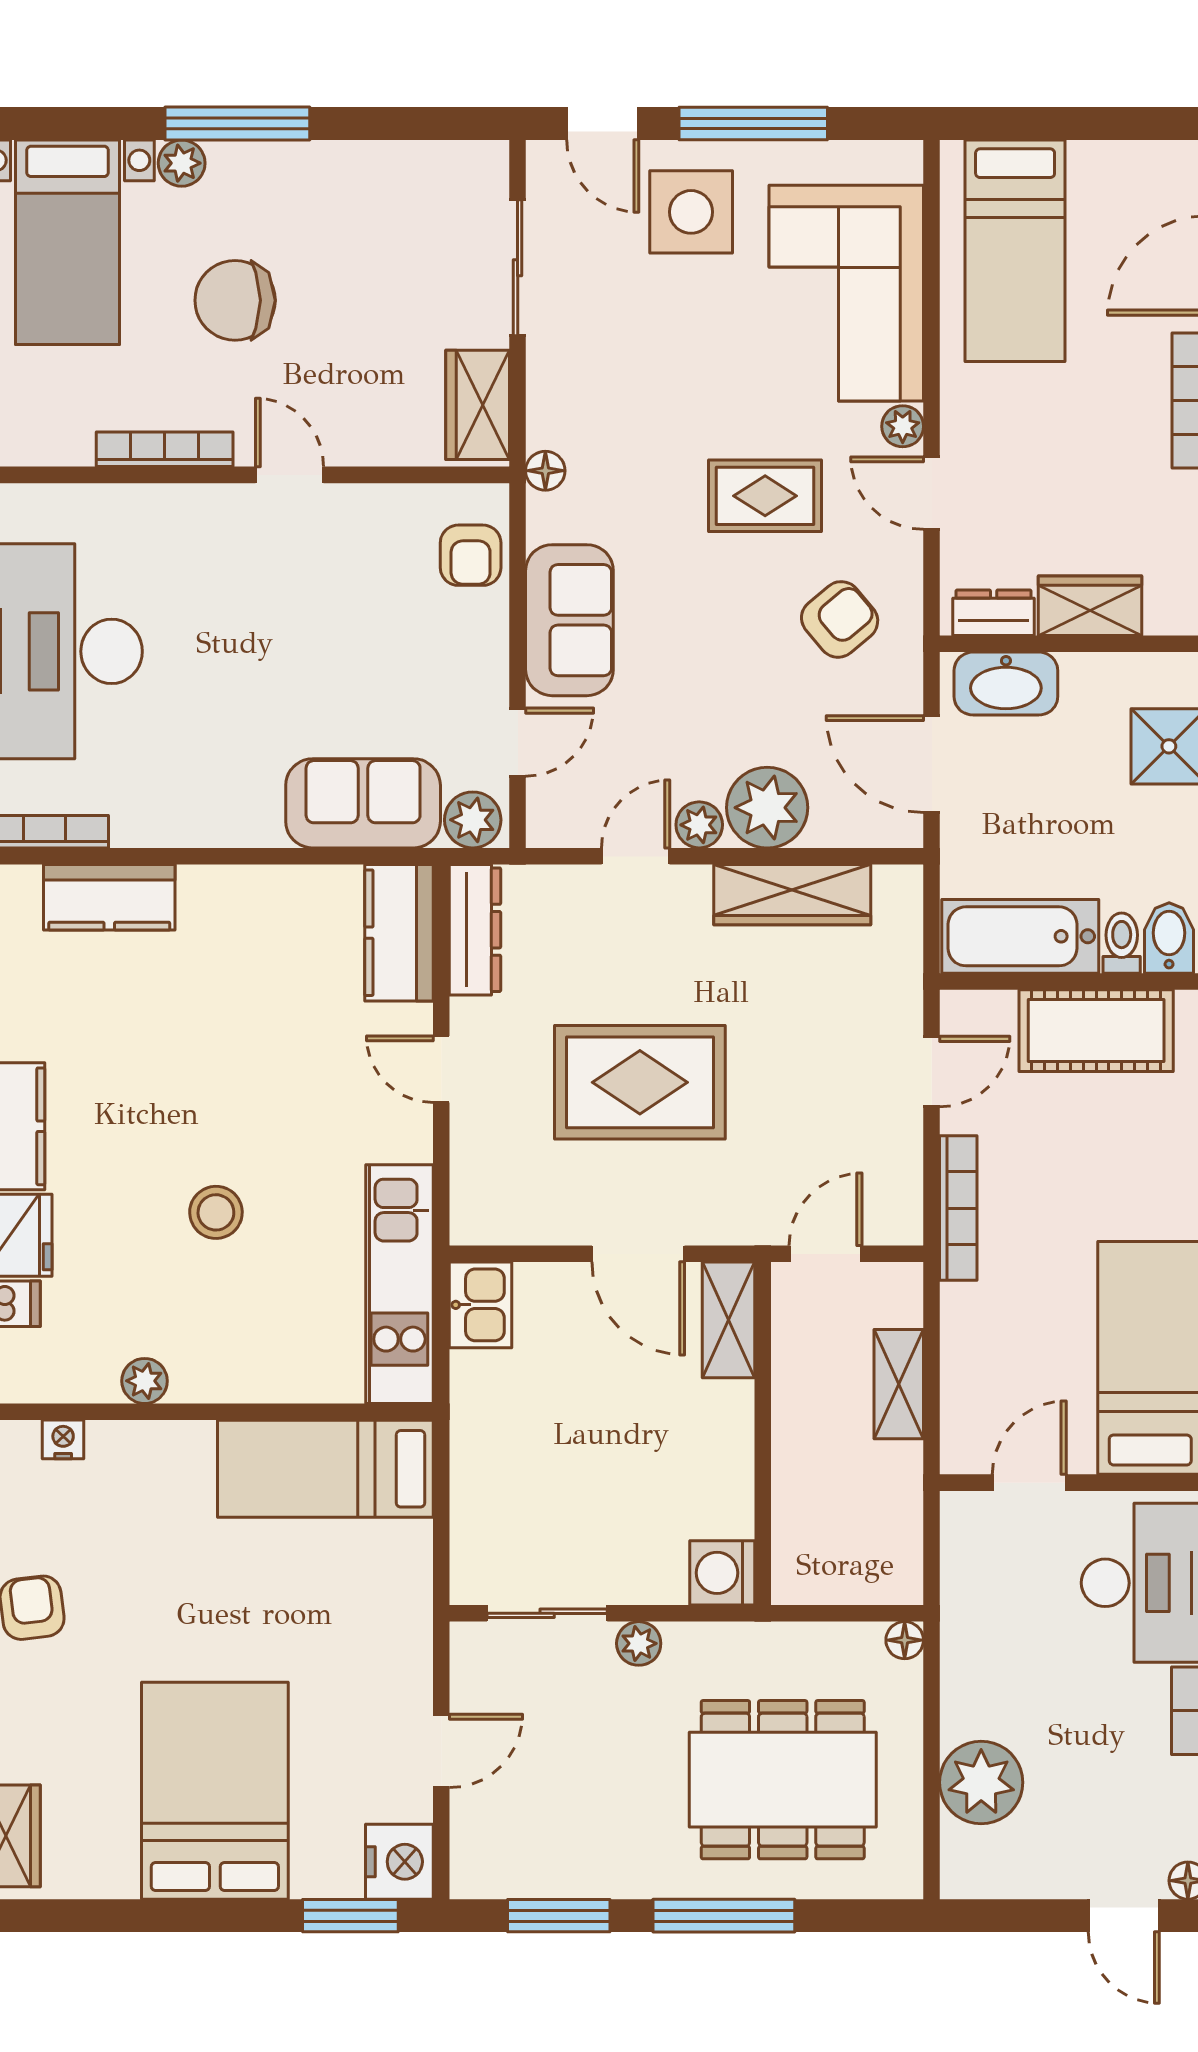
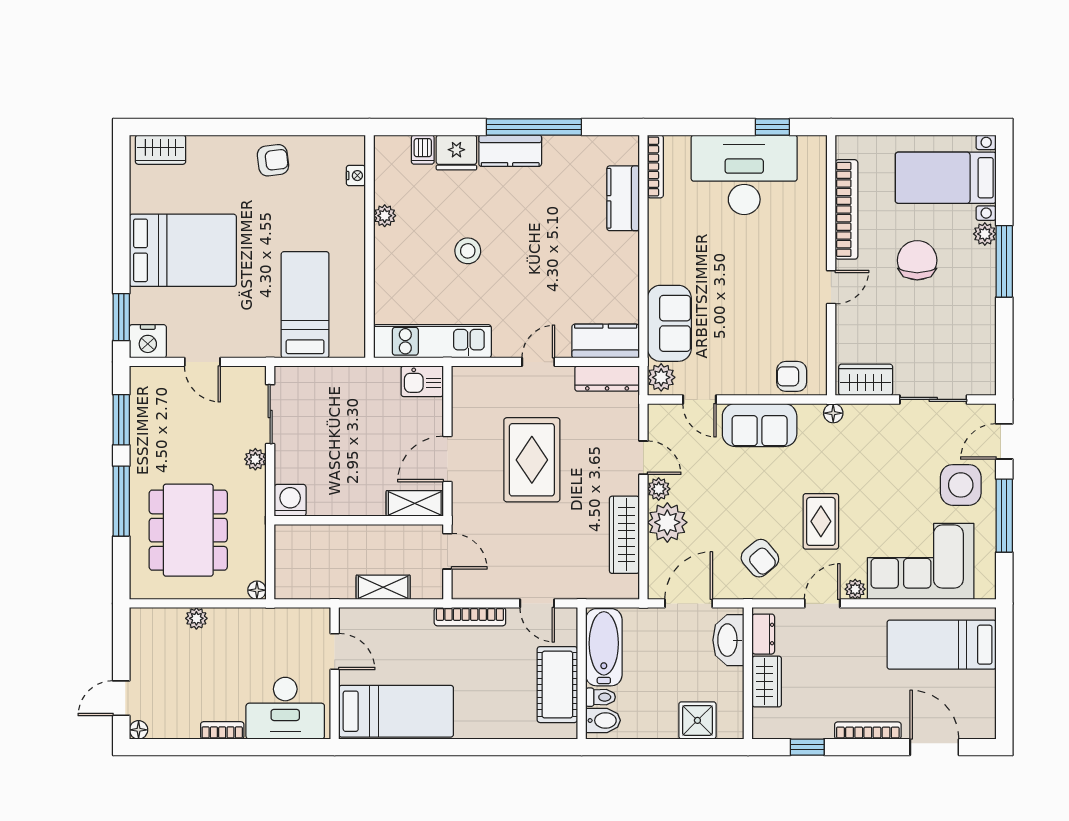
bookcase: (165, 449) -> (846, 209), width x1.48, depth x1.31
bed: (325, 1469) -> (305, 305), moved
plant: (981, 1782) -> (196, 618), width x0.53, depth x0.53

